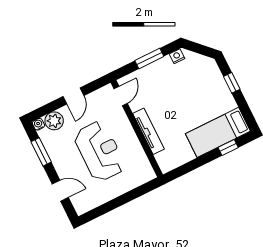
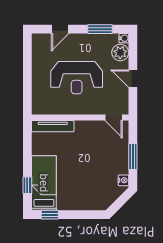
window: (232, 83) -> (50, 215), moved
tv unit: (148, 131) -> (53, 126), moved

